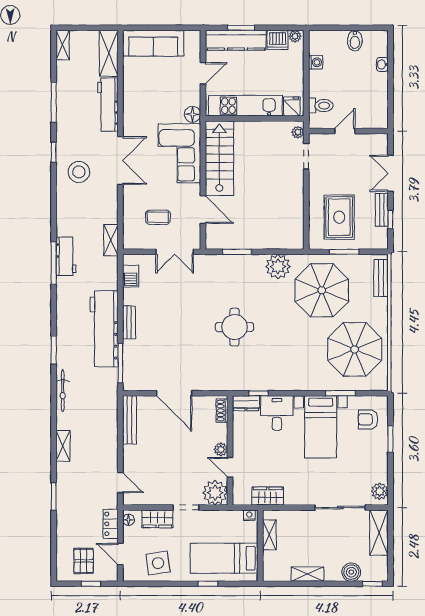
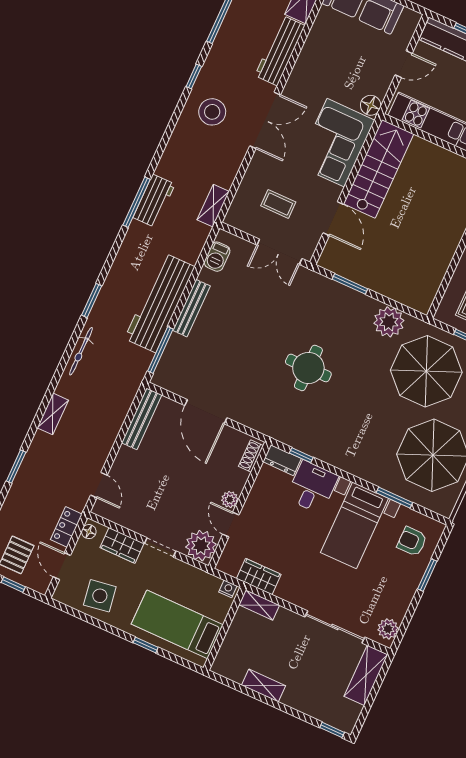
bench: (129, 322) -> (191, 308), width x1.36
shelving: (269, 535) -> (259, 605), moved, turned 90
boiler: (351, 572) -> (314, 706), removed

